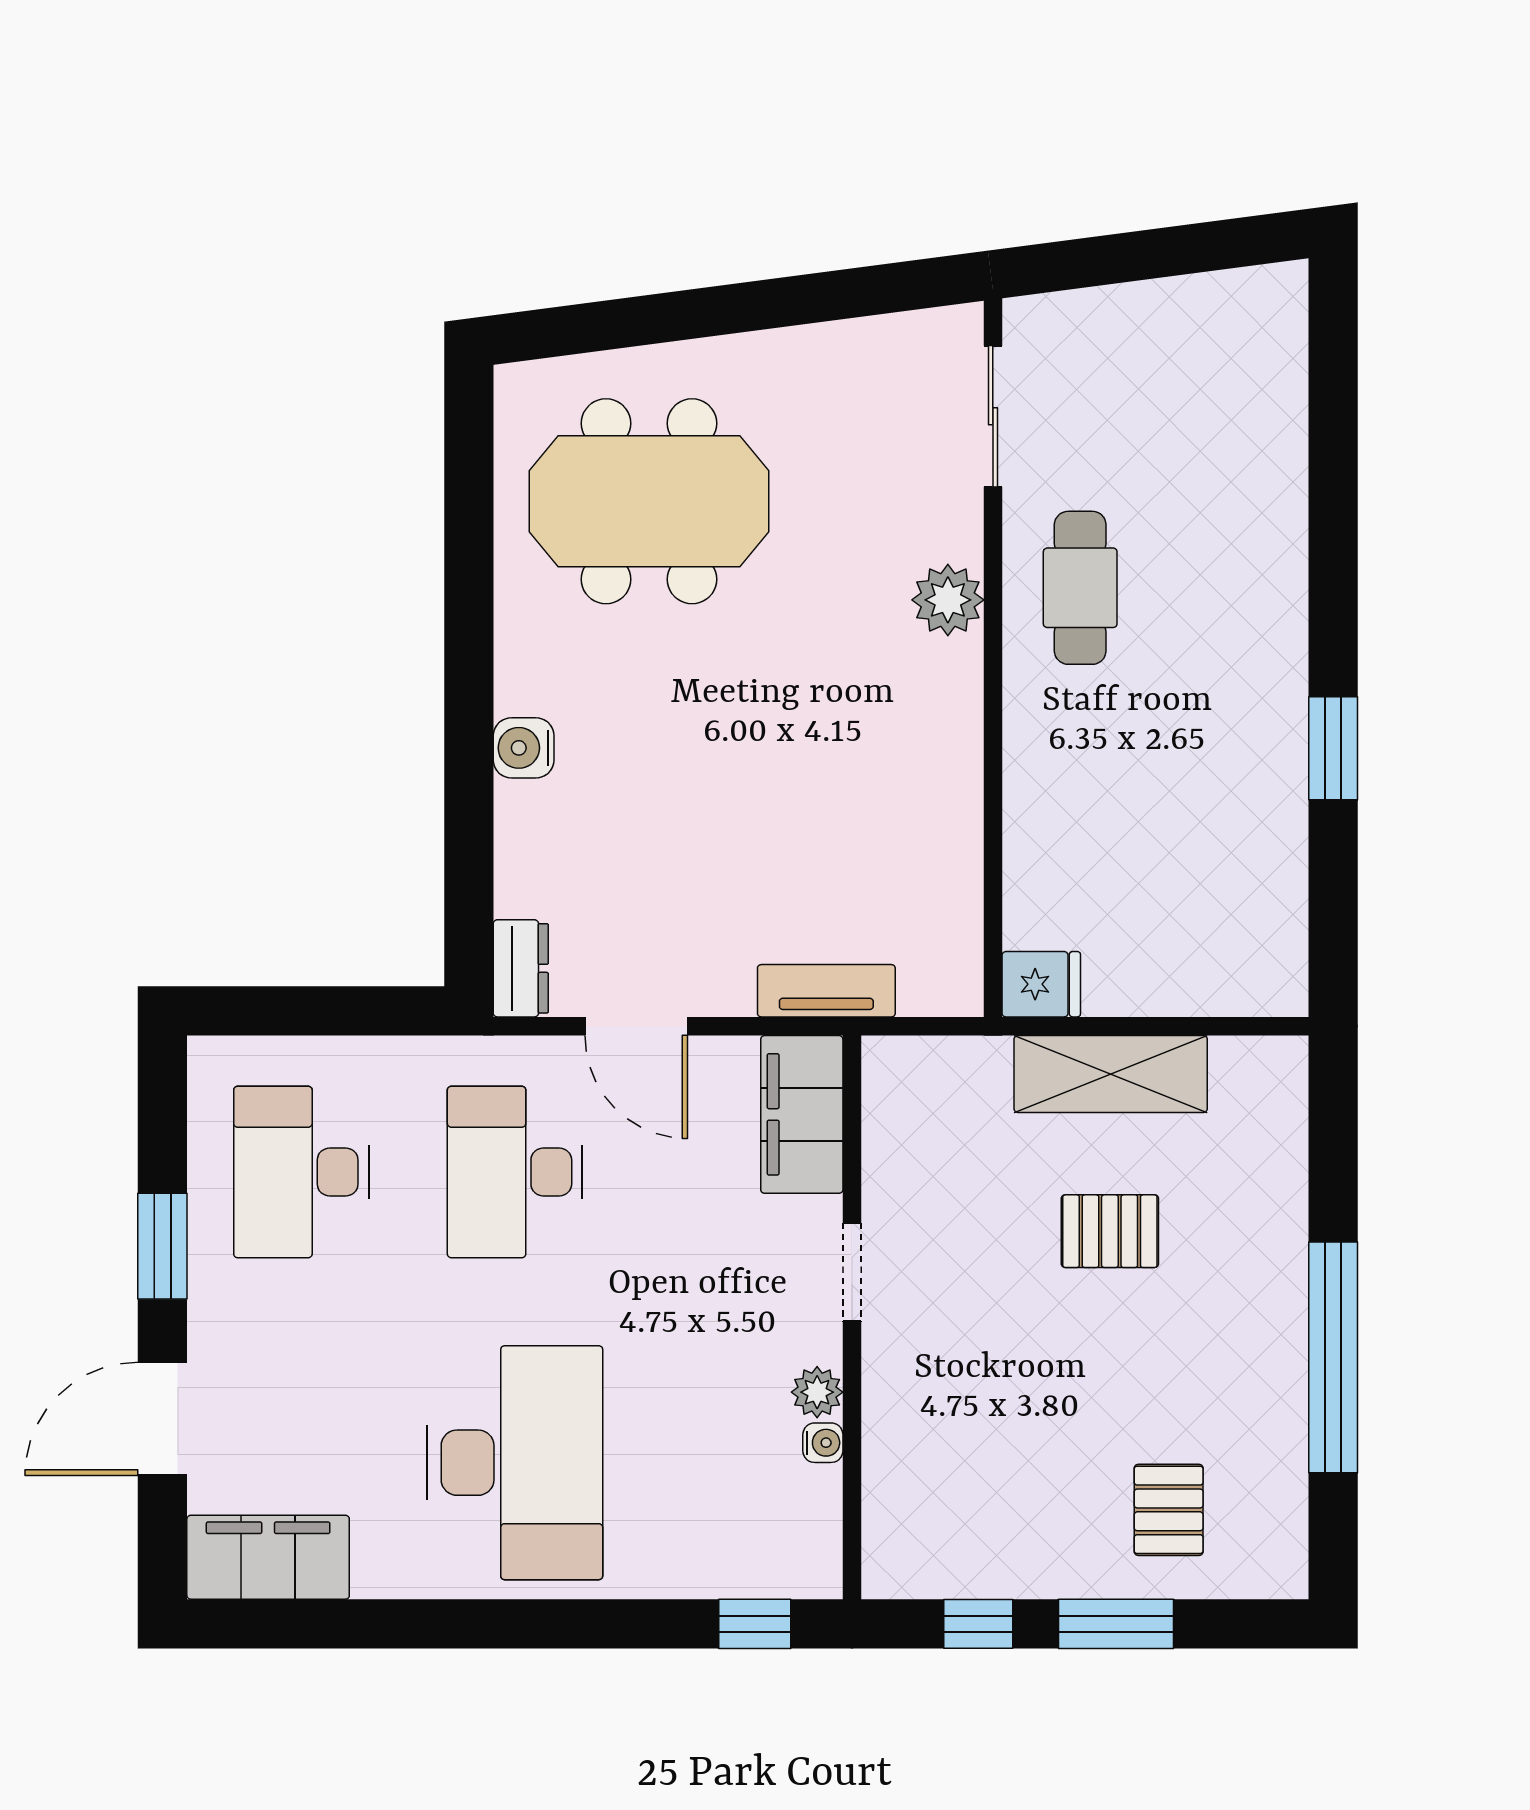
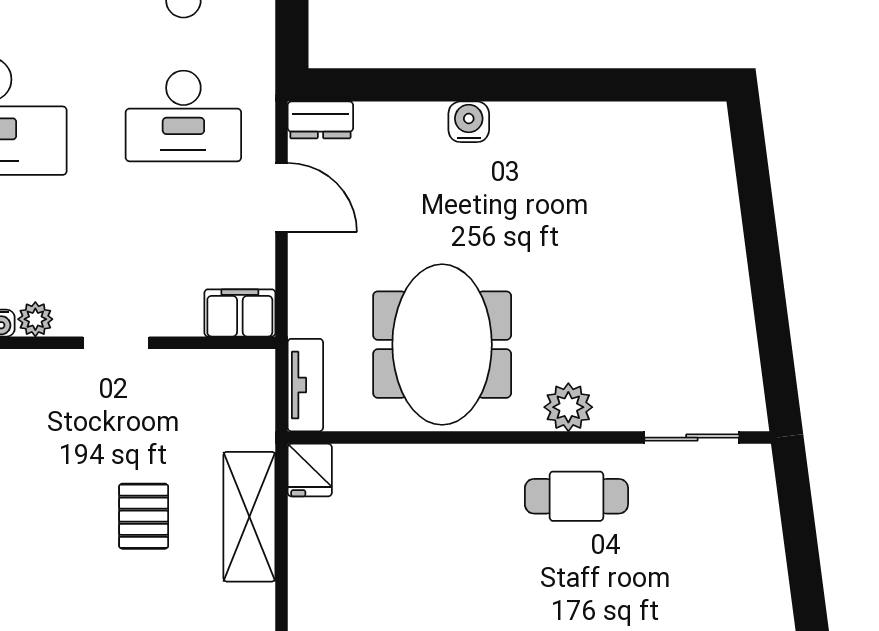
meeting table: (649, 501) -> (442, 345), moved
tv unit: (826, 991) -> (305, 385), moved
door: (636, 1026) -> (281, 198), swing flipped
filing cabinet: (802, 1114) -> (240, 313), width x0.67, depth x0.86
desk: (515, 1172) -> (183, 116), turned 180

